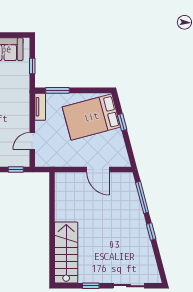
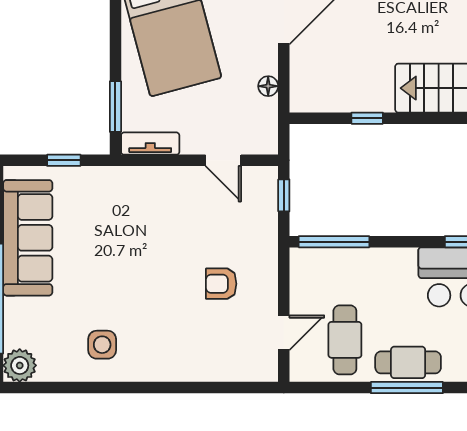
floor lamp: (67, 162) -> (268, 86), added
window: (52, 209) -> (367, 118), added

